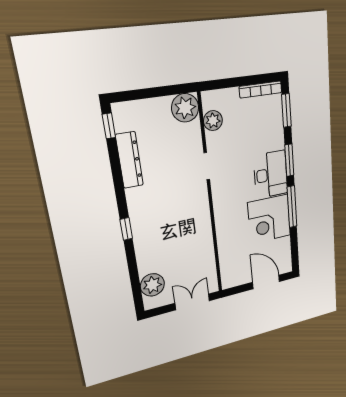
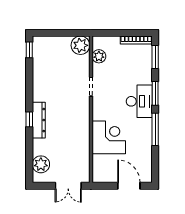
dresser: (129, 160) -> (39, 120), moved
corner desk: (269, 219) -> (109, 137), moved, turned 180
double door: (192, 302) -> (68, 186), swing flipped

